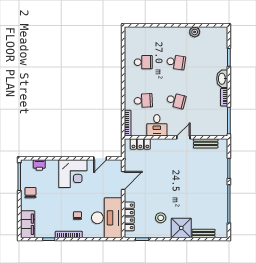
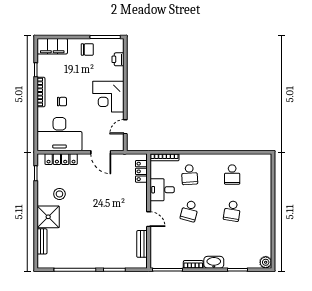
plant: (195, 32) -> (266, 262), moved
door: (100, 158) -> (125, 127), hinge flipped

